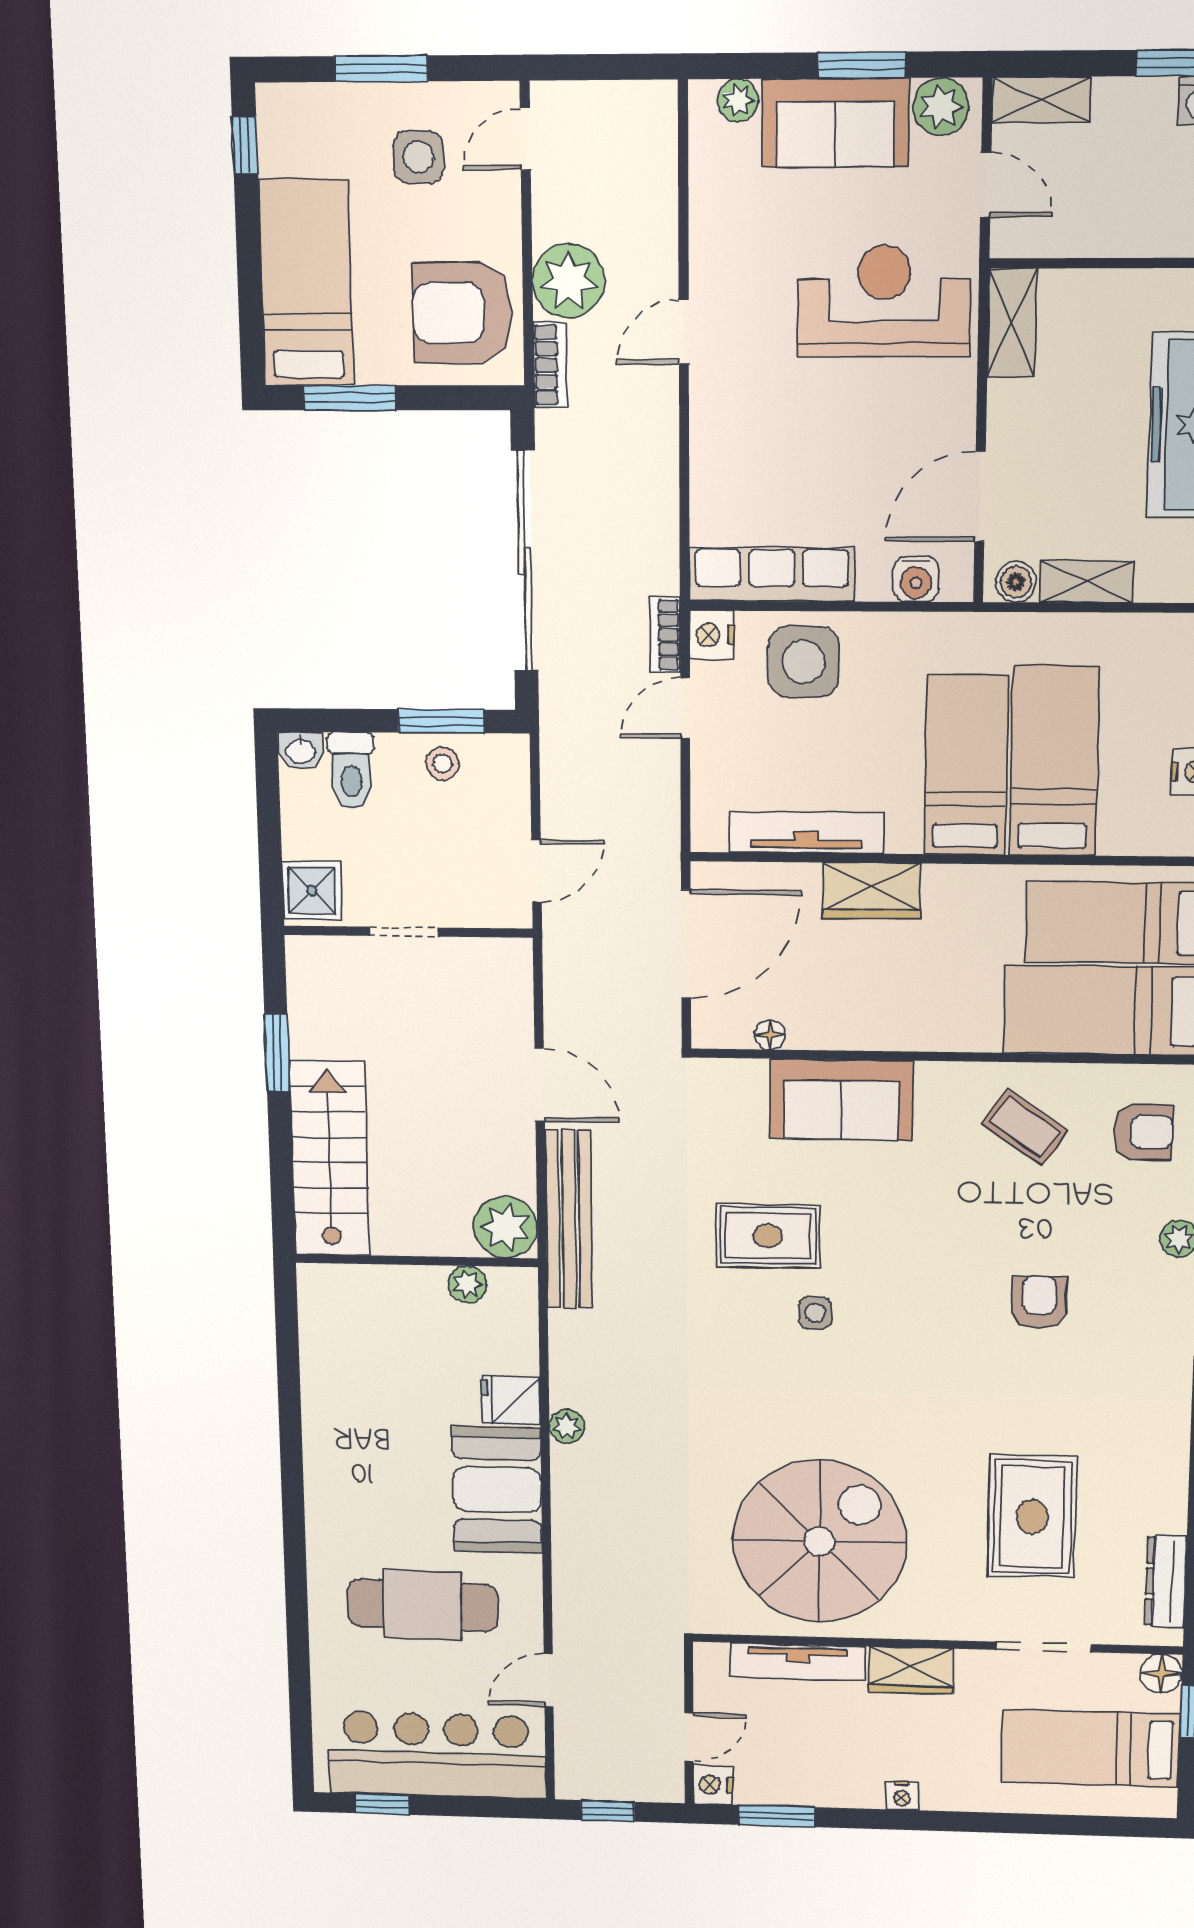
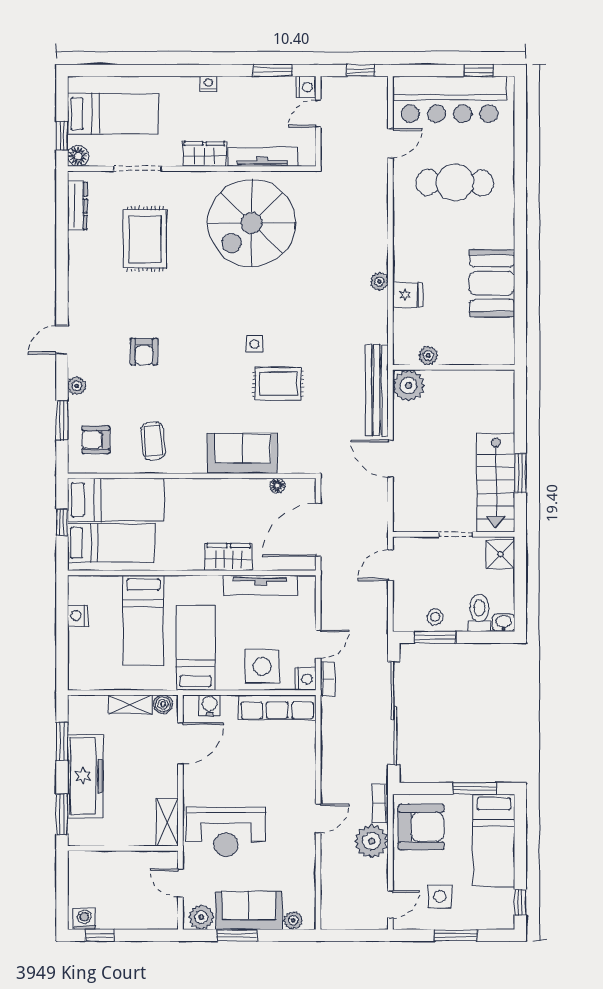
shelving: (1041, 100) -> (156, 920), removed
bed: (966, 765) -> (196, 647), moved, turned 180
coffee table: (1025, 1127) -> (153, 441), turned 50
stairs: (330, 1159) -> (496, 482), moved
booth: (497, 1490) -> (492, 283), moved

